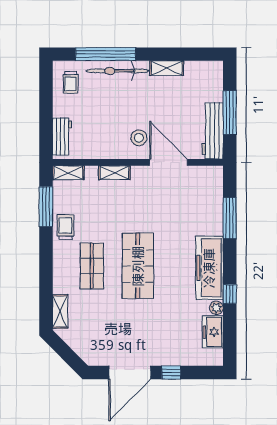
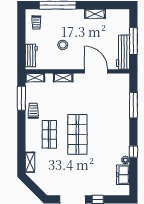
bicycle: (117, 71) -> (65, 15), removed
stool: (139, 138) -> (63, 45), moved
freezer: (209, 268) -> (121, 136), removed

